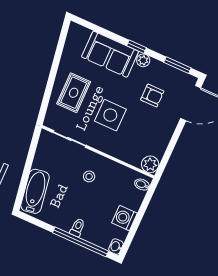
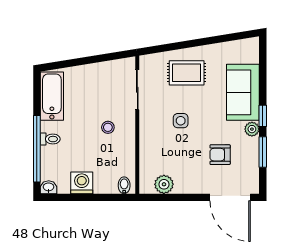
window: (177, 65) -> (263, 152), moved
armchair: (152, 96) -> (220, 155), turned 90
side table: (110, 115) -> (181, 121), width x0.54, depth x0.54
plant: (150, 164) -> (164, 184), moved
bathtub: (35, 191) -> (52, 96), moved, turned -81

